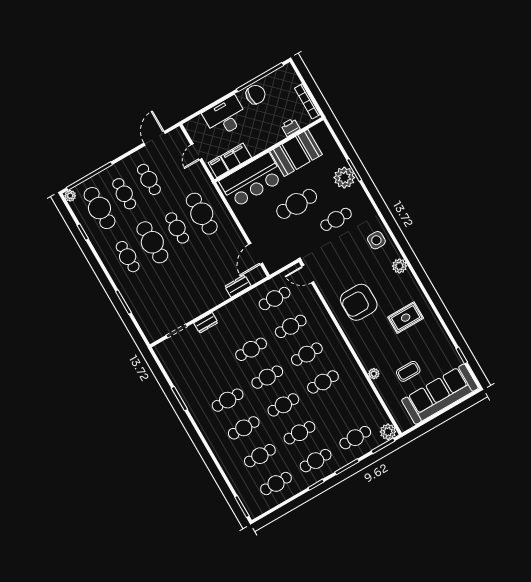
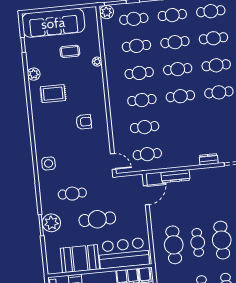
plant: (399, 266) -> (34, 74), moved
dresser: (238, 286) -> (175, 176), width x1.44
armchair: (359, 302) -> (84, 122), width x0.53, depth x0.53
cafe table: (251, 349) -> (136, 46), moved

